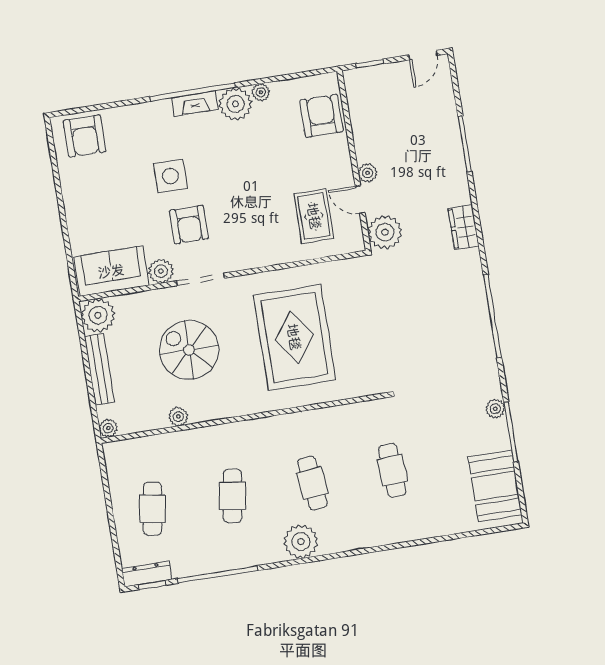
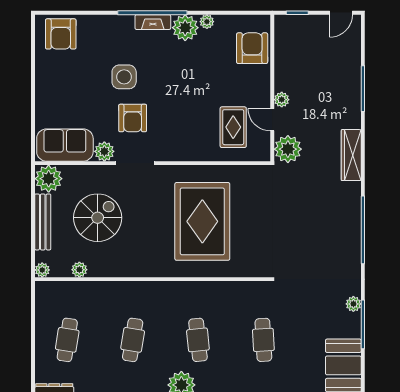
wardrobe: (463, 227) -> (351, 155), width x1.50
spiral stairs: (189, 350) -> (98, 218), moved, turned 90
plant: (178, 417) -> (79, 270), moved

